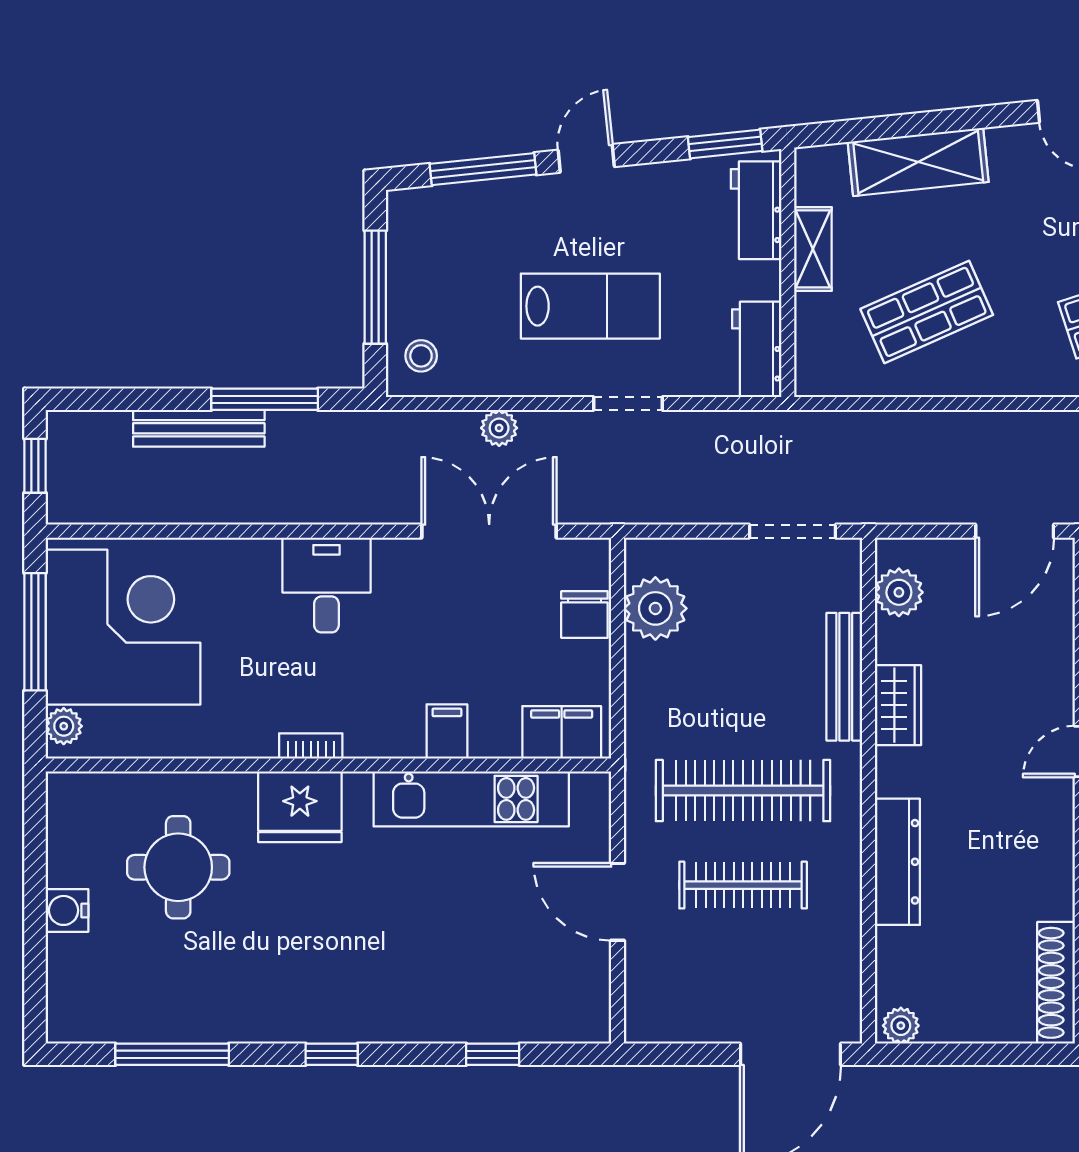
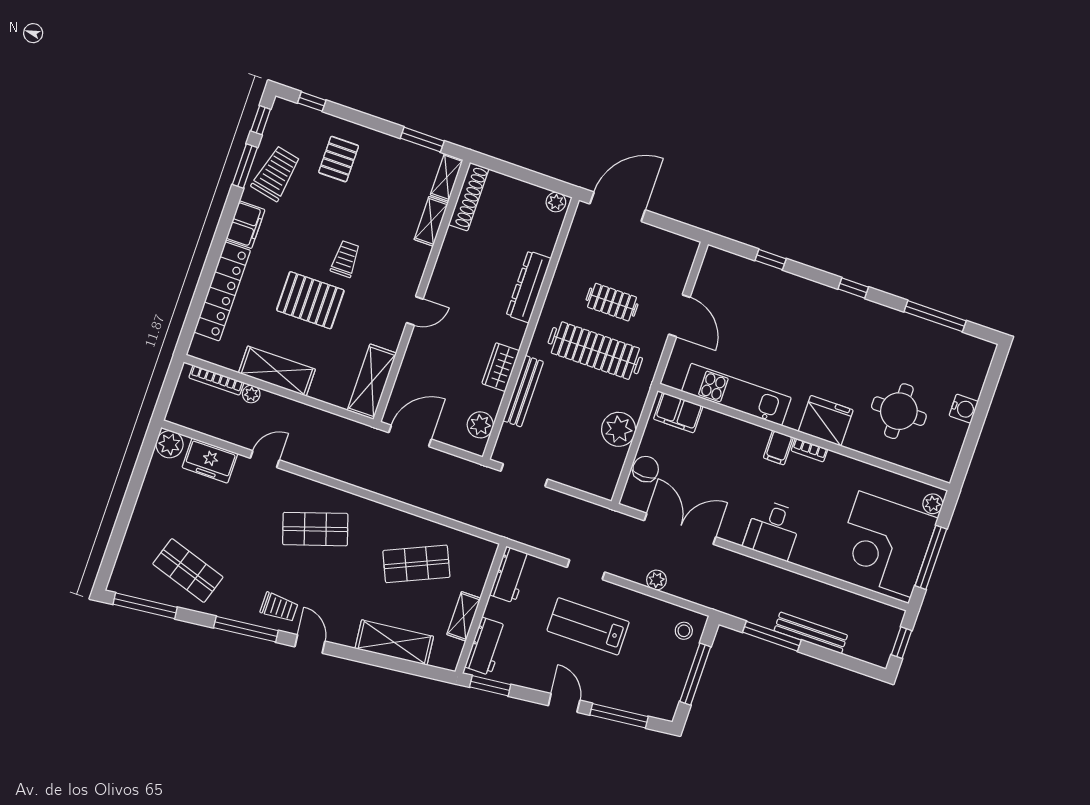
door: (586, 158) -> (564, 703), swing flipped
double door: (489, 531) -> (680, 529), swing flipped
plant: (655, 608) -> (619, 429), moved
filing cabinet: (447, 731) -> (778, 448), moved
clothes rail: (743, 885) -> (612, 302), width x0.73

